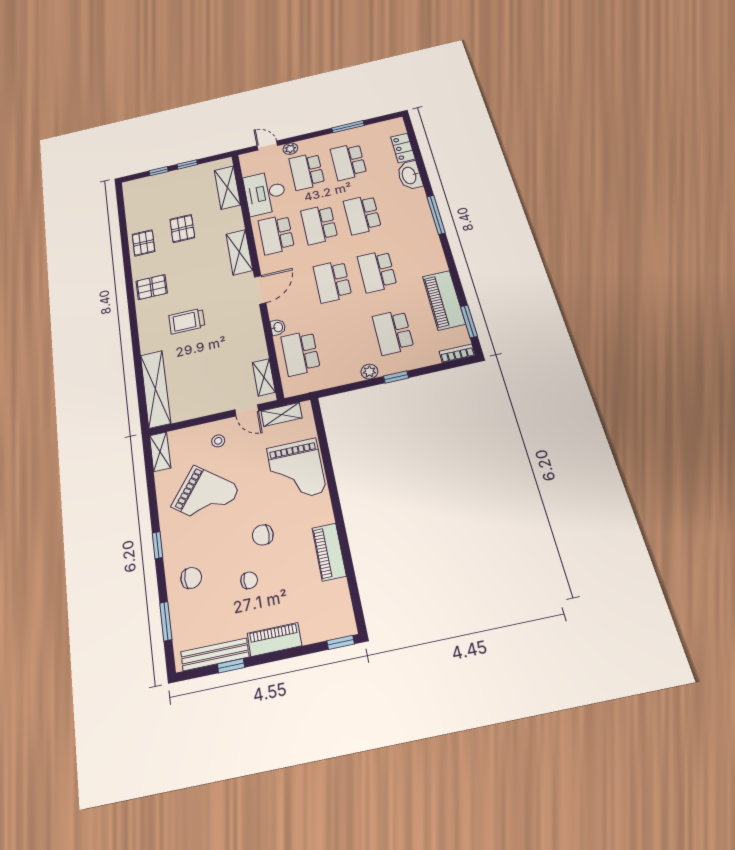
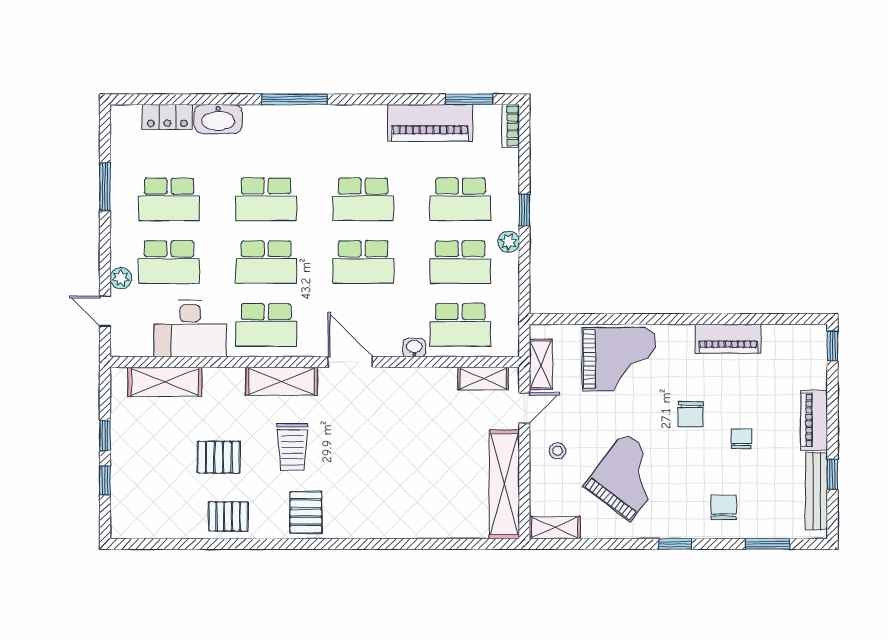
door: (267, 146) -> (105, 311), hinge flipped
trolley: (187, 321) -> (292, 447), moved
school desk: (347, 343) -> (460, 262), added
shelving: (155, 389) -> (504, 484), moved, turned 90

